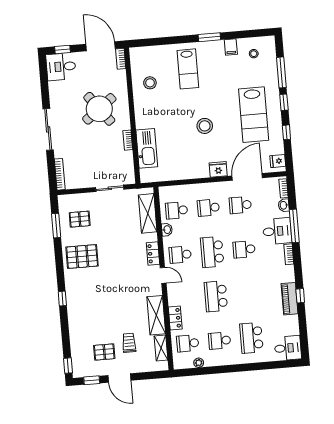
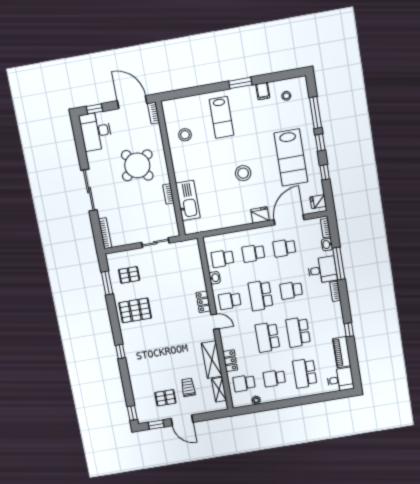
desk: (61, 67) -> (96, 131), width x1.37
shelving: (148, 213) -> (195, 264), removed
school desk: (248, 294) -> (298, 332), added
piano: (290, 299) -> (342, 352), moved

